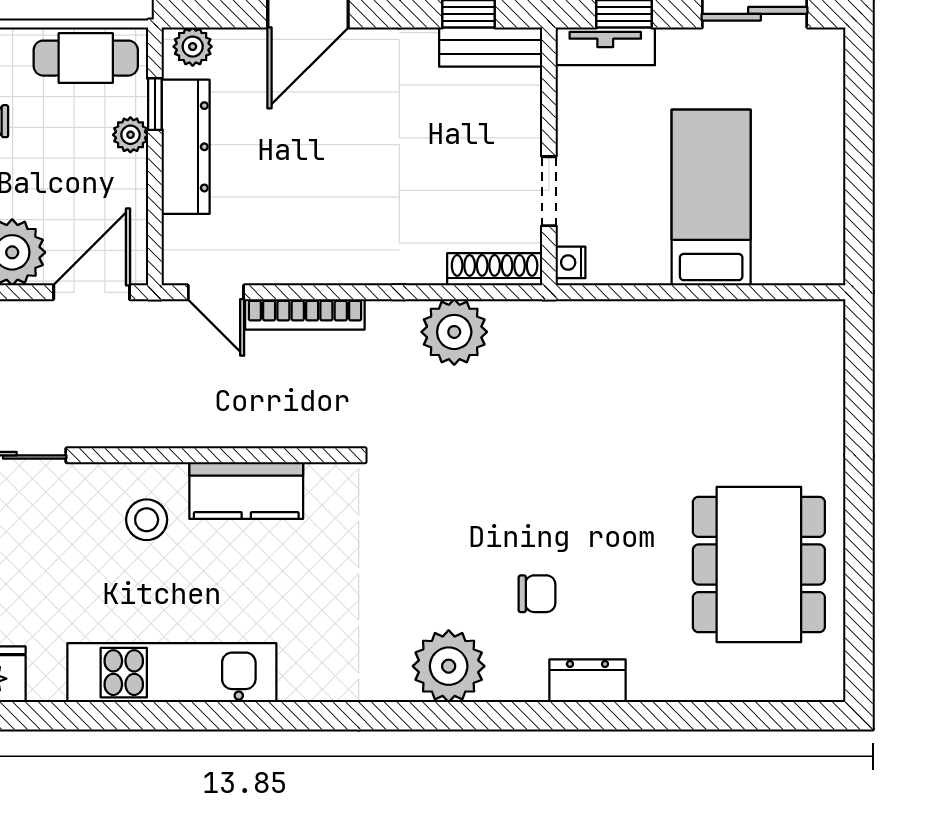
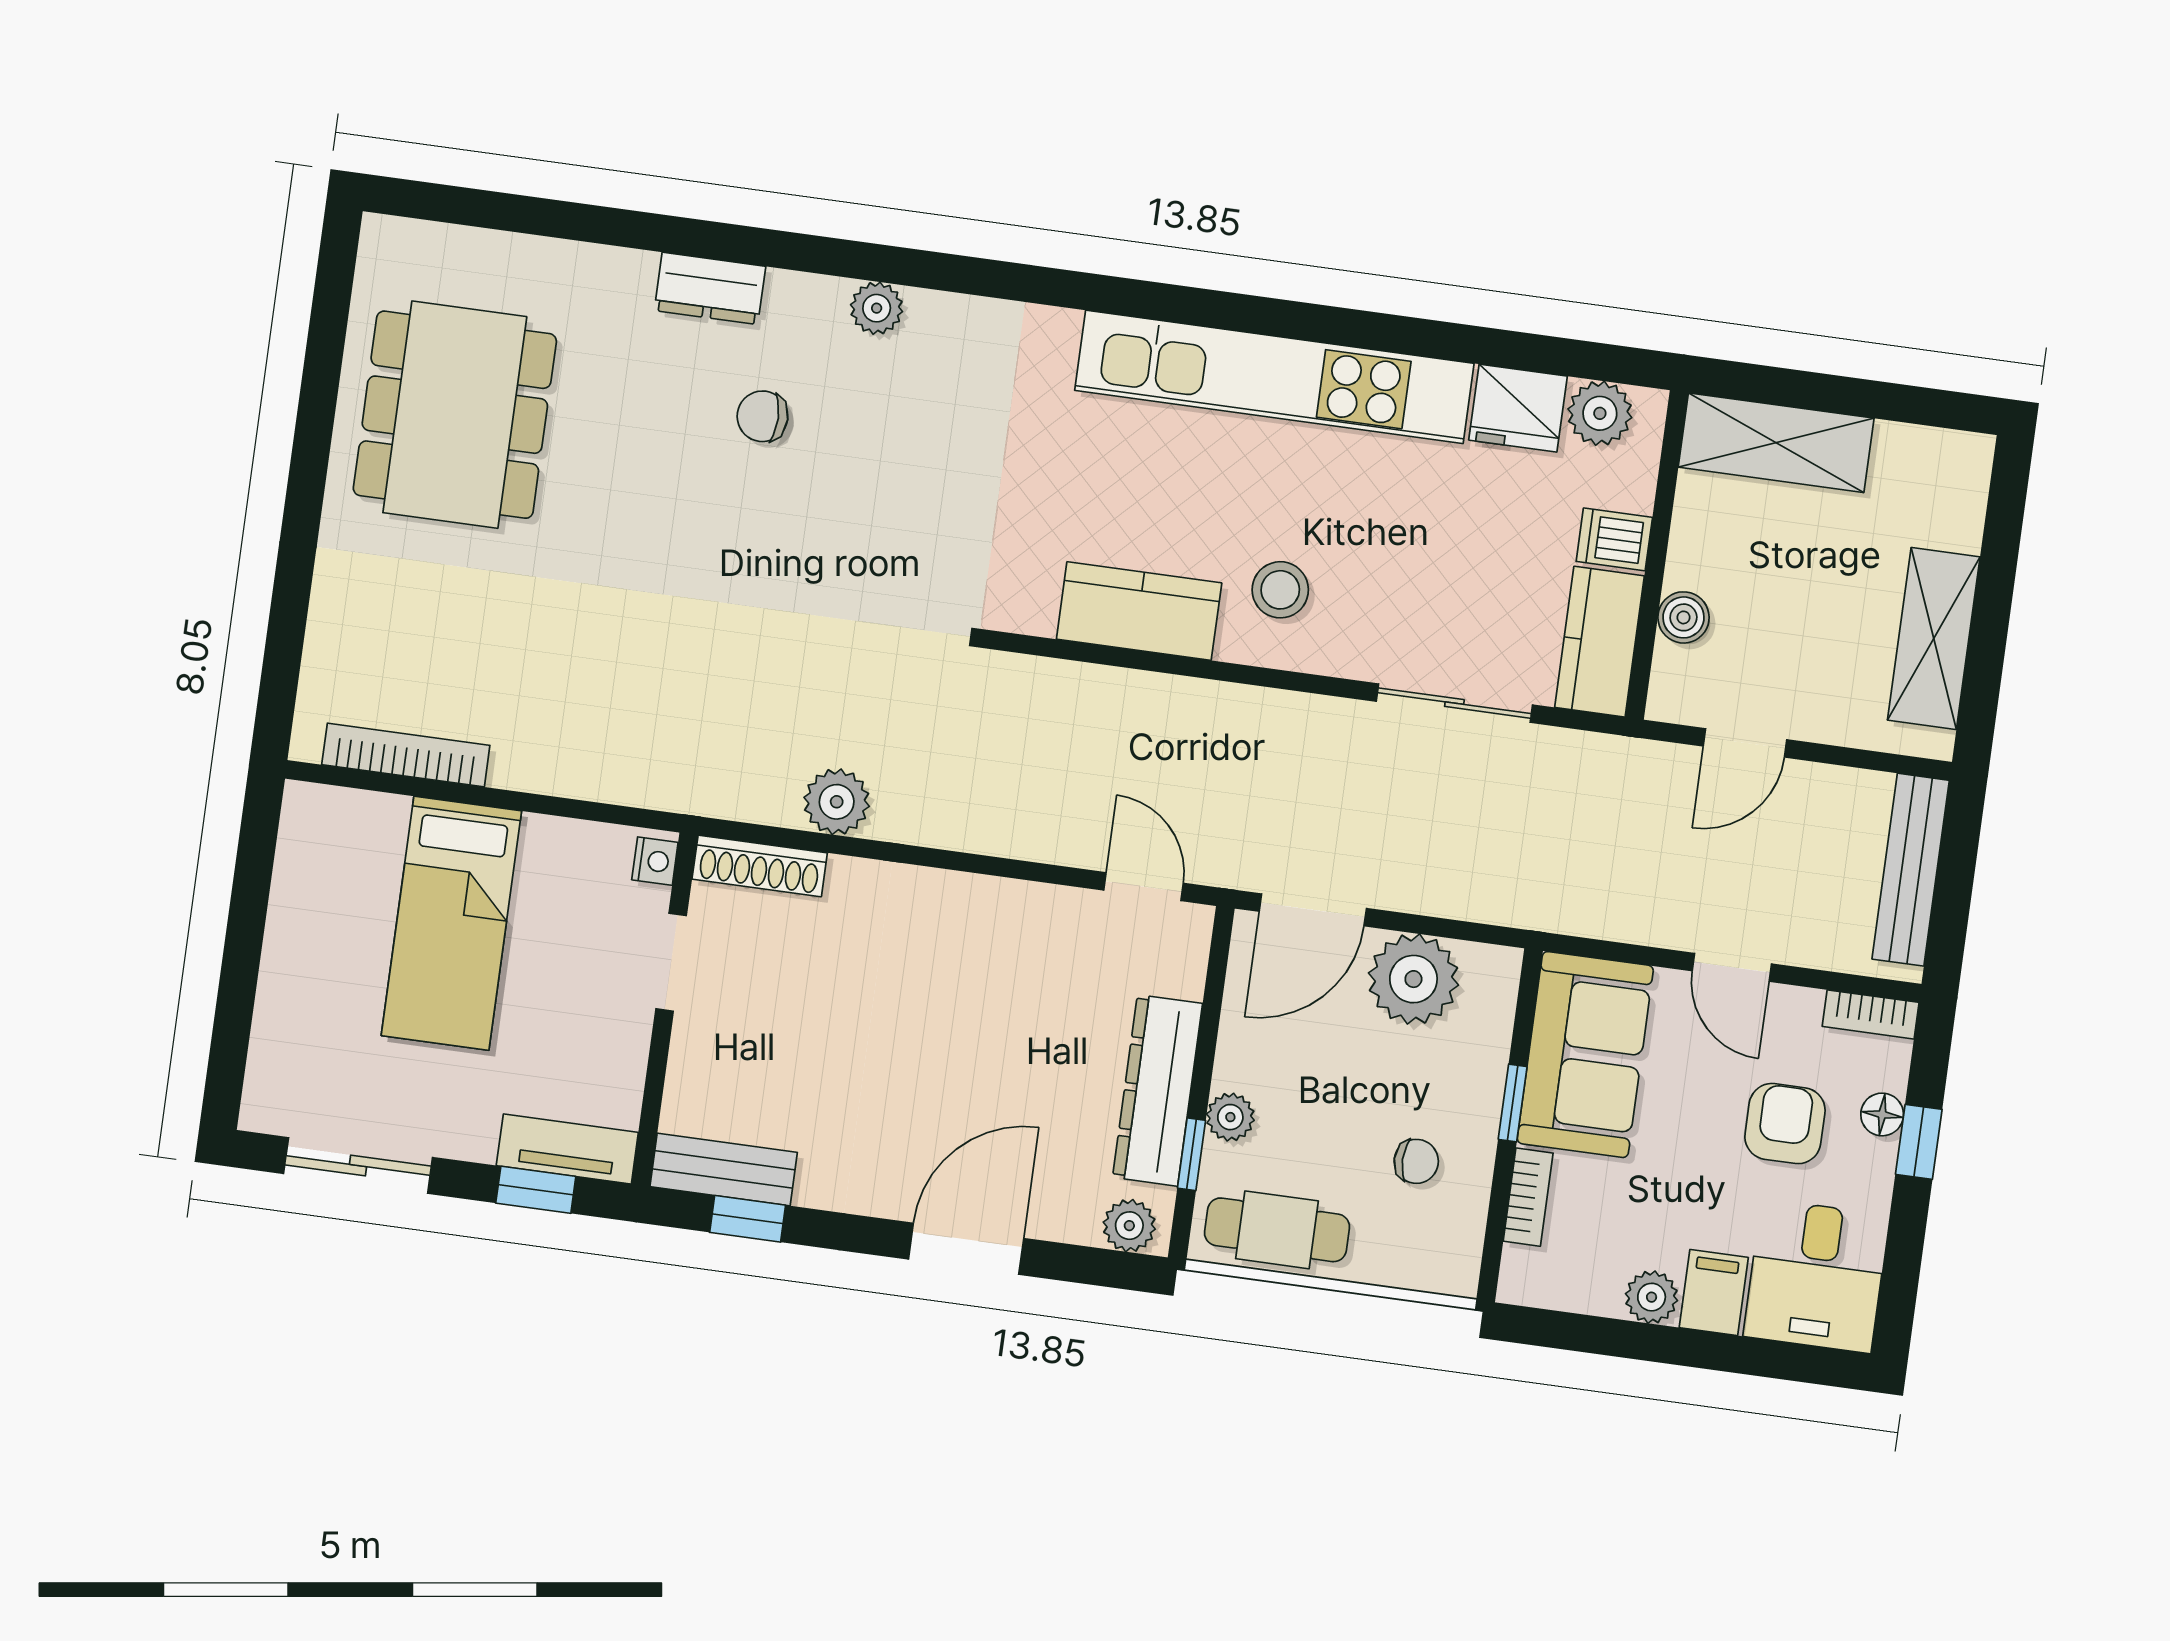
bookcase: (305, 314) -> (406, 755), moved
plant: (454, 332) -> (837, 802), width x0.73, depth x0.73
plant: (449, 666) -> (877, 308), width x0.53, depth x0.53
kitchen unit: (172, 673) -> (1274, 377), width x1.36

